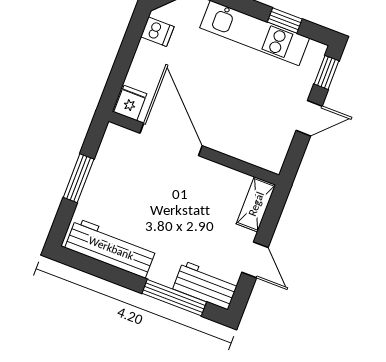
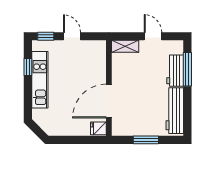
dishwasher: (157, 32) -> (58, 129), removed
door: (255, 260) -> (153, 36), hinge flipped
workbench: (206, 285) -> (175, 71), moved

